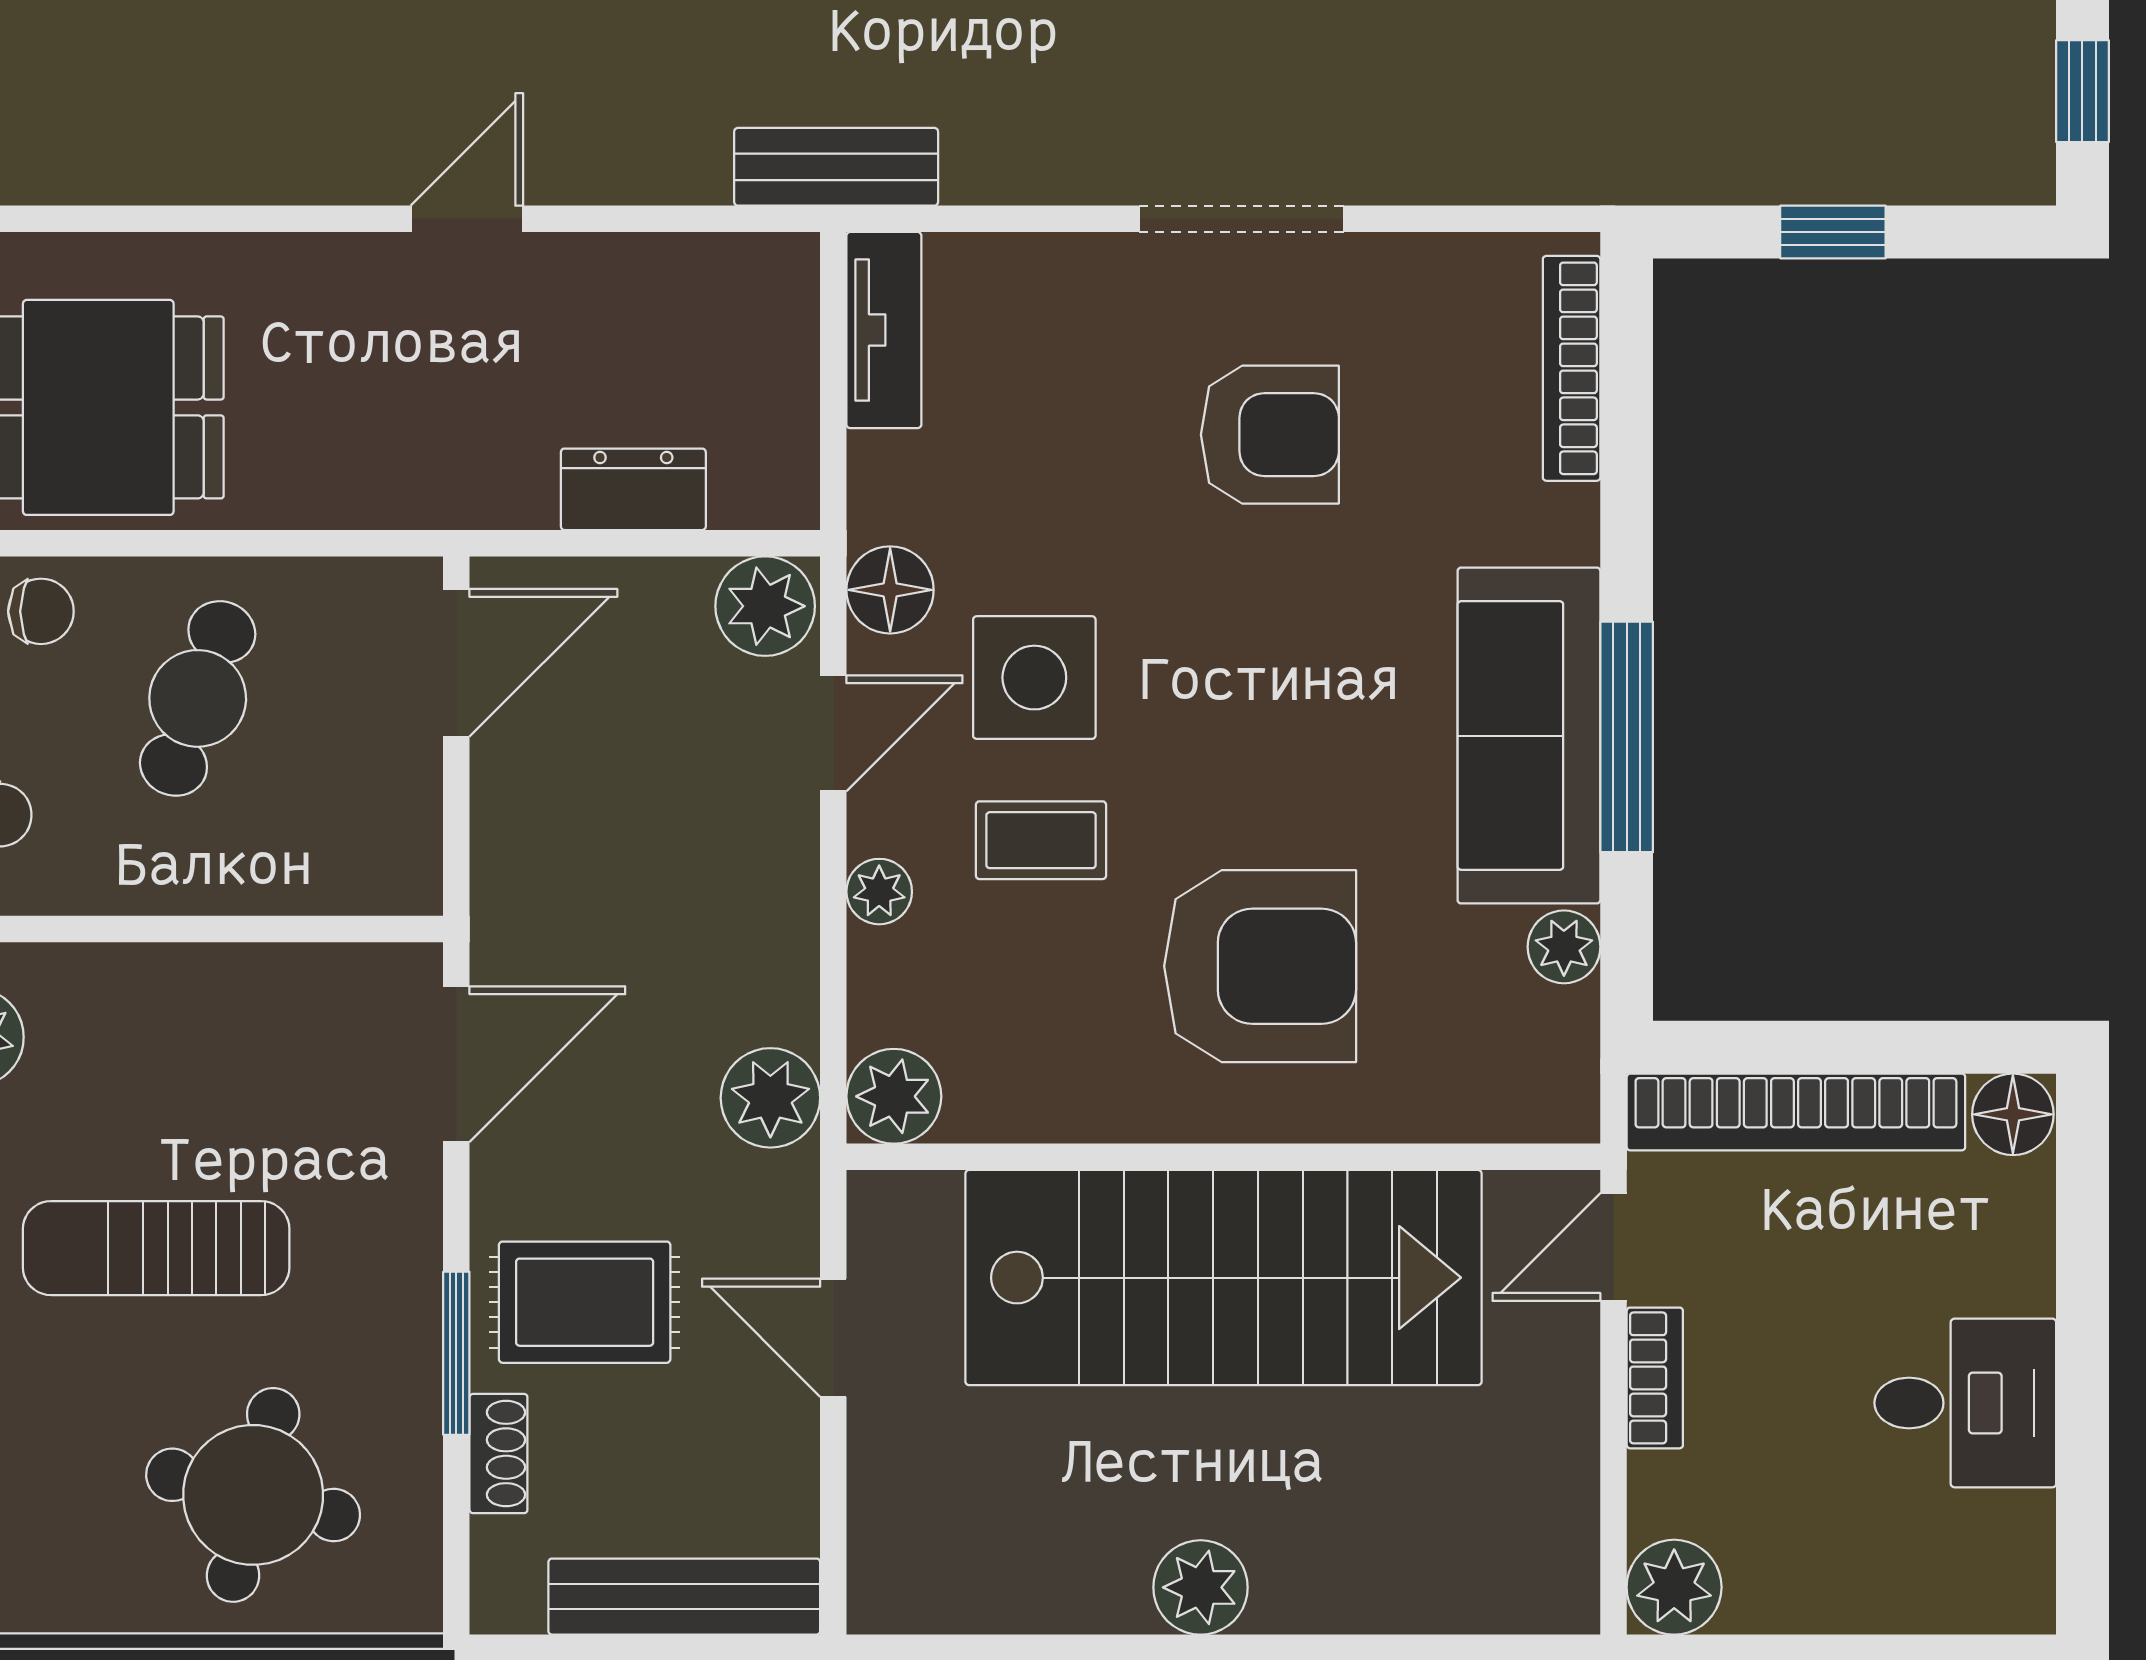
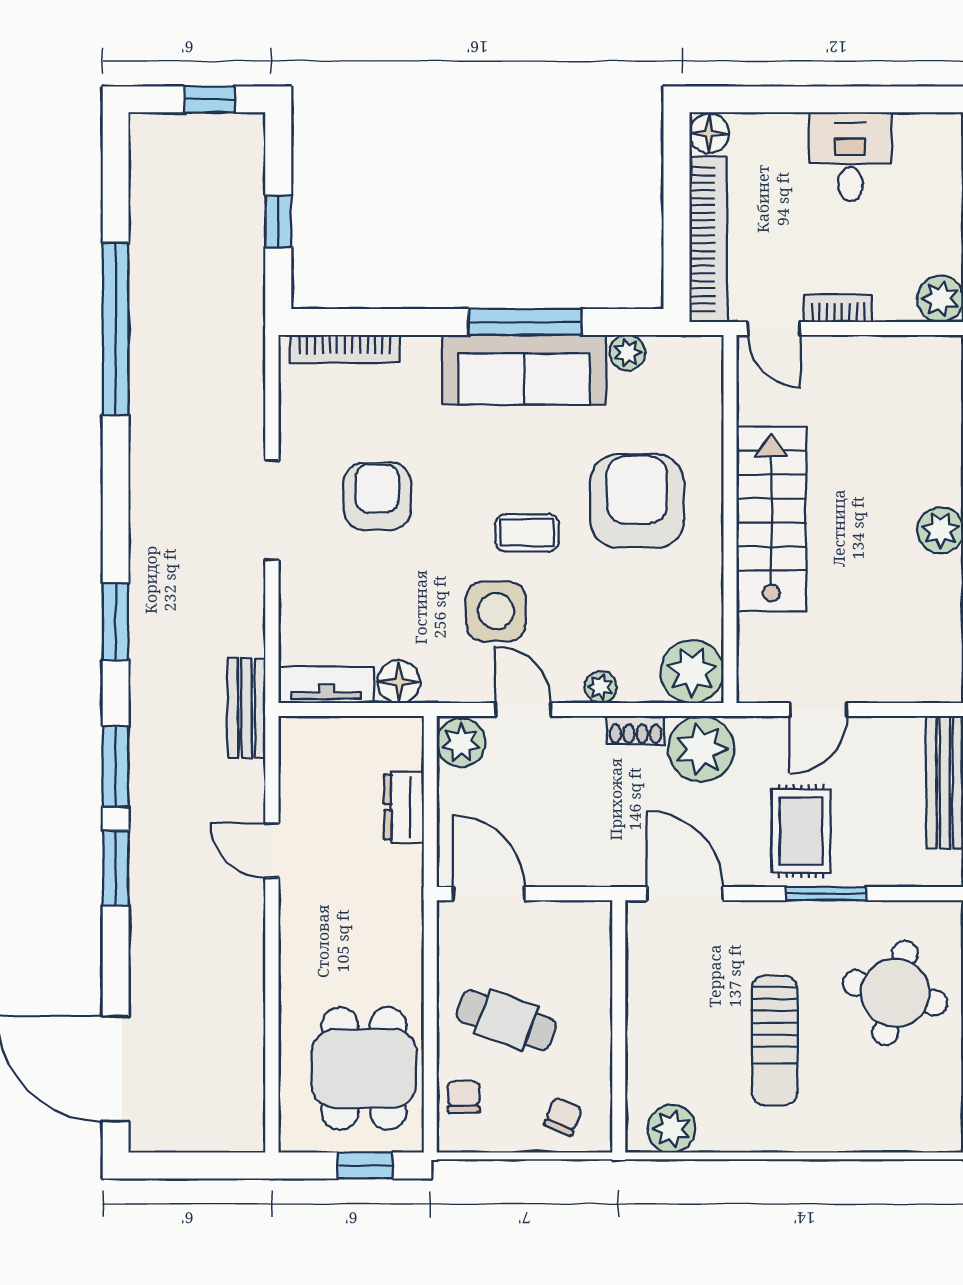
door: (467, 219) -> (272, 850), moved
floor lamp: (890, 590) -> (399, 682), moved
coffee table: (1041, 840) -> (527, 533), moved, turned 90
plant: (894, 1096) -> (692, 672), width x1.36, depth x1.36
plant: (770, 1098) -> (701, 749), width x1.36, depth x1.36
stairs: (1224, 1278) -> (771, 519), width x0.73, depth x0.66
shoe rack: (498, 1454) -> (636, 730), moved, turned 180

